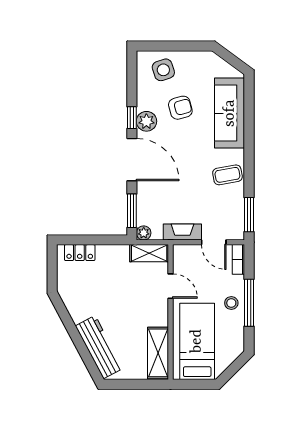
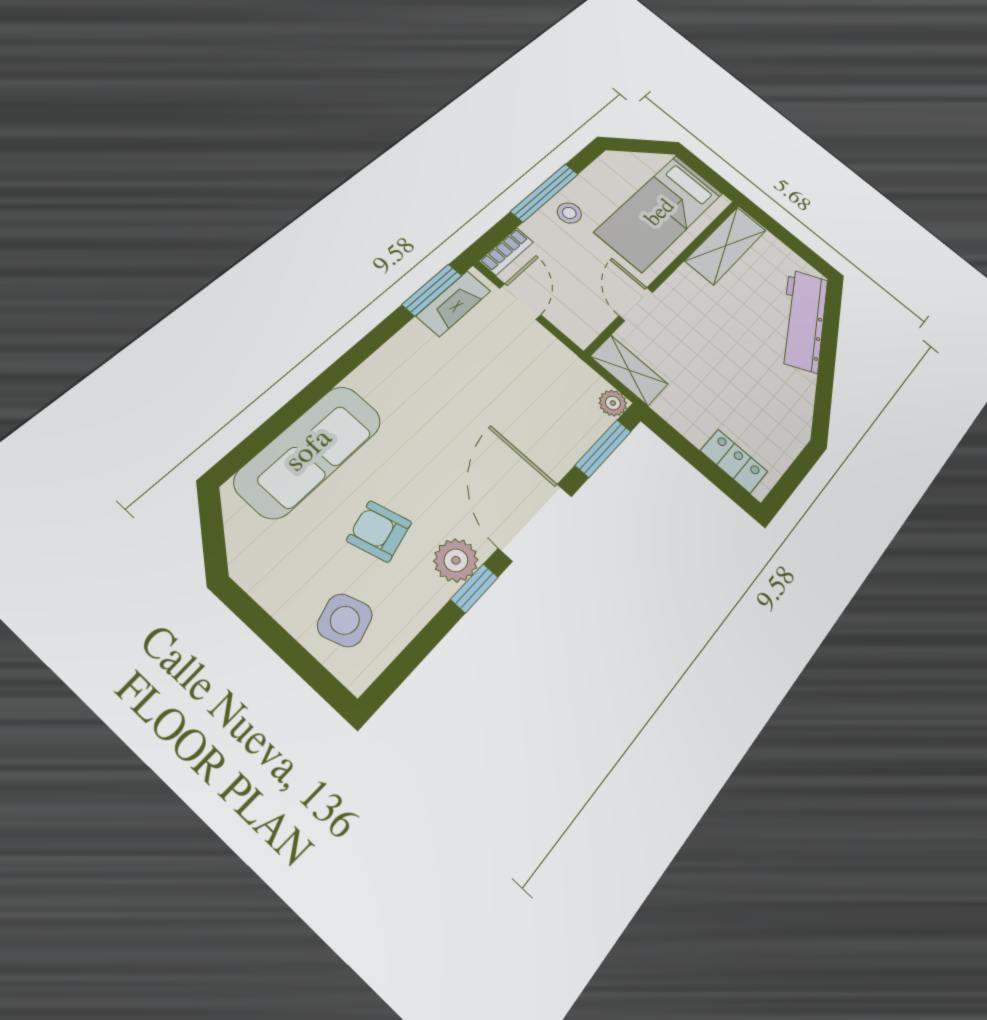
coffee table: (227, 175) -> (408, 368), removed
fireplace: (182, 232) -> (454, 303), moved, turned -90

